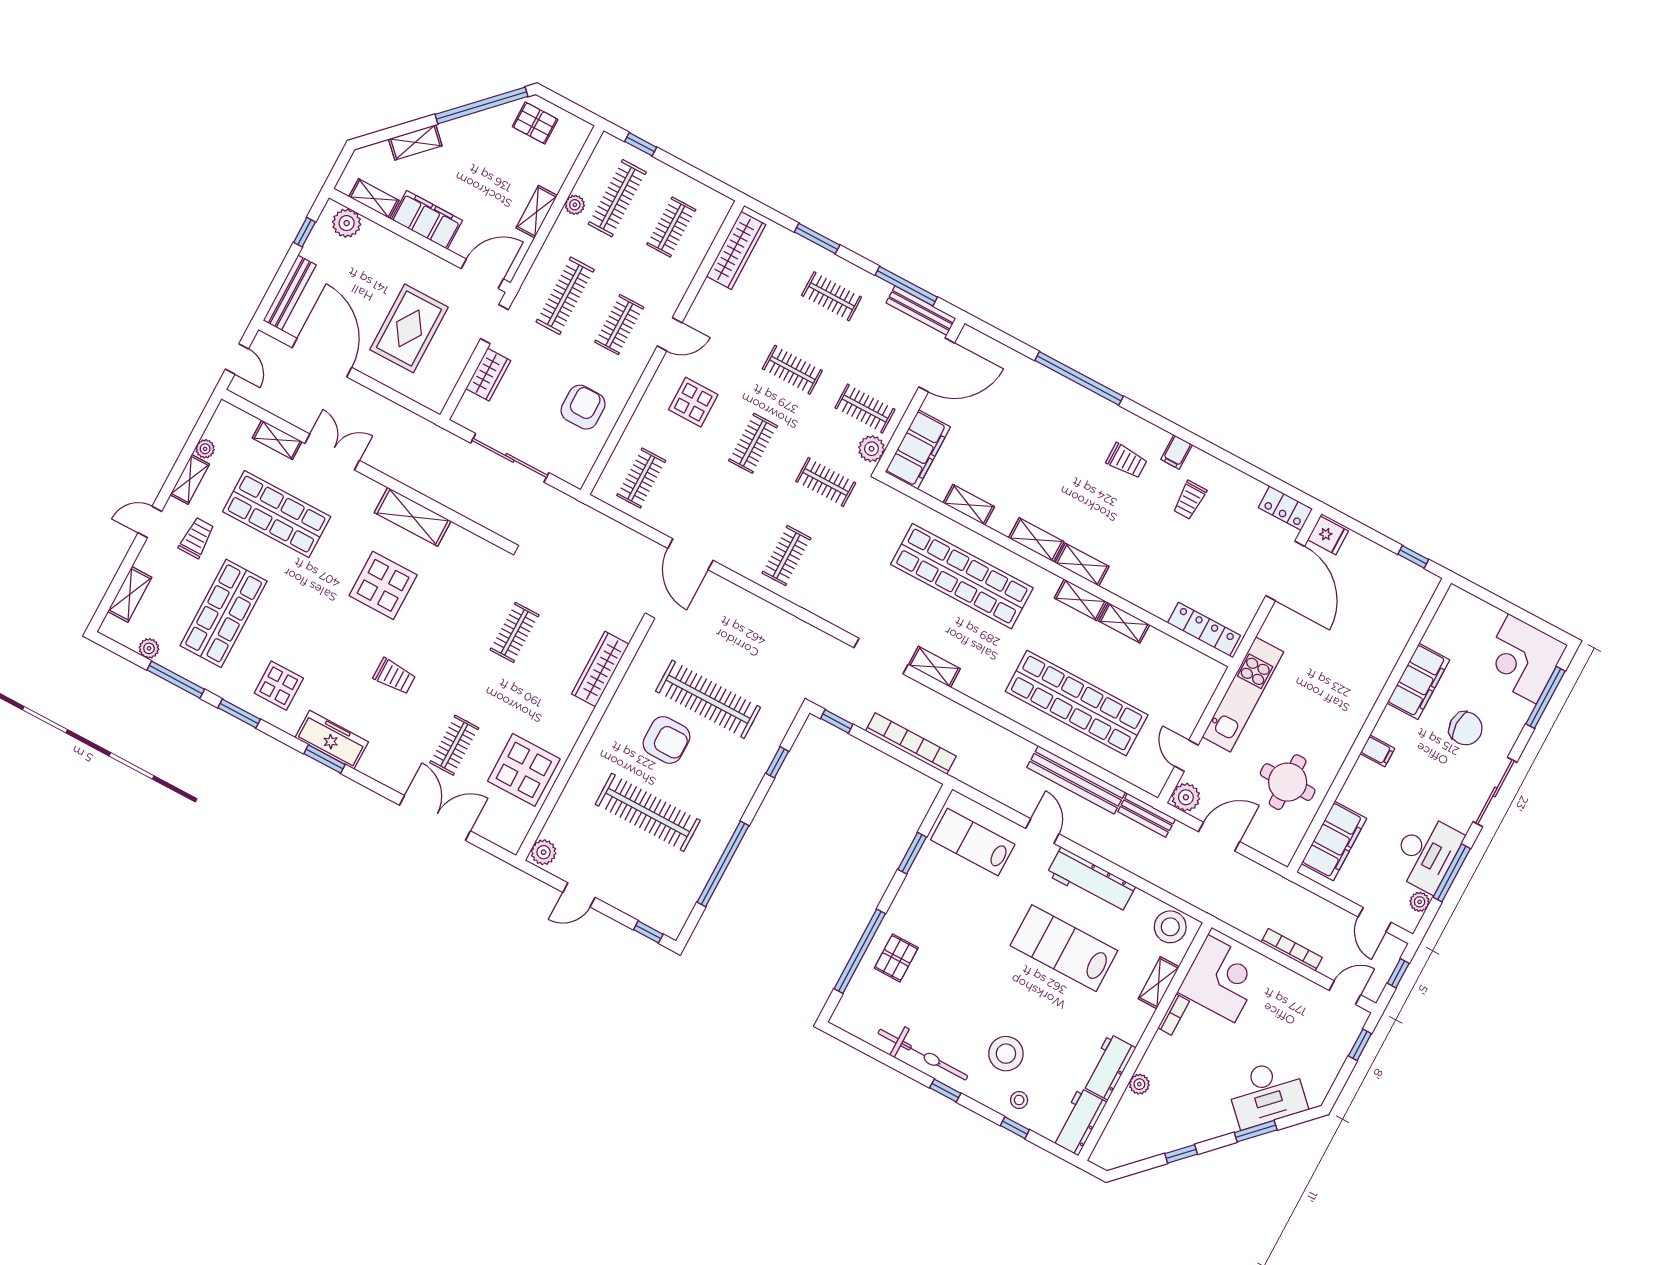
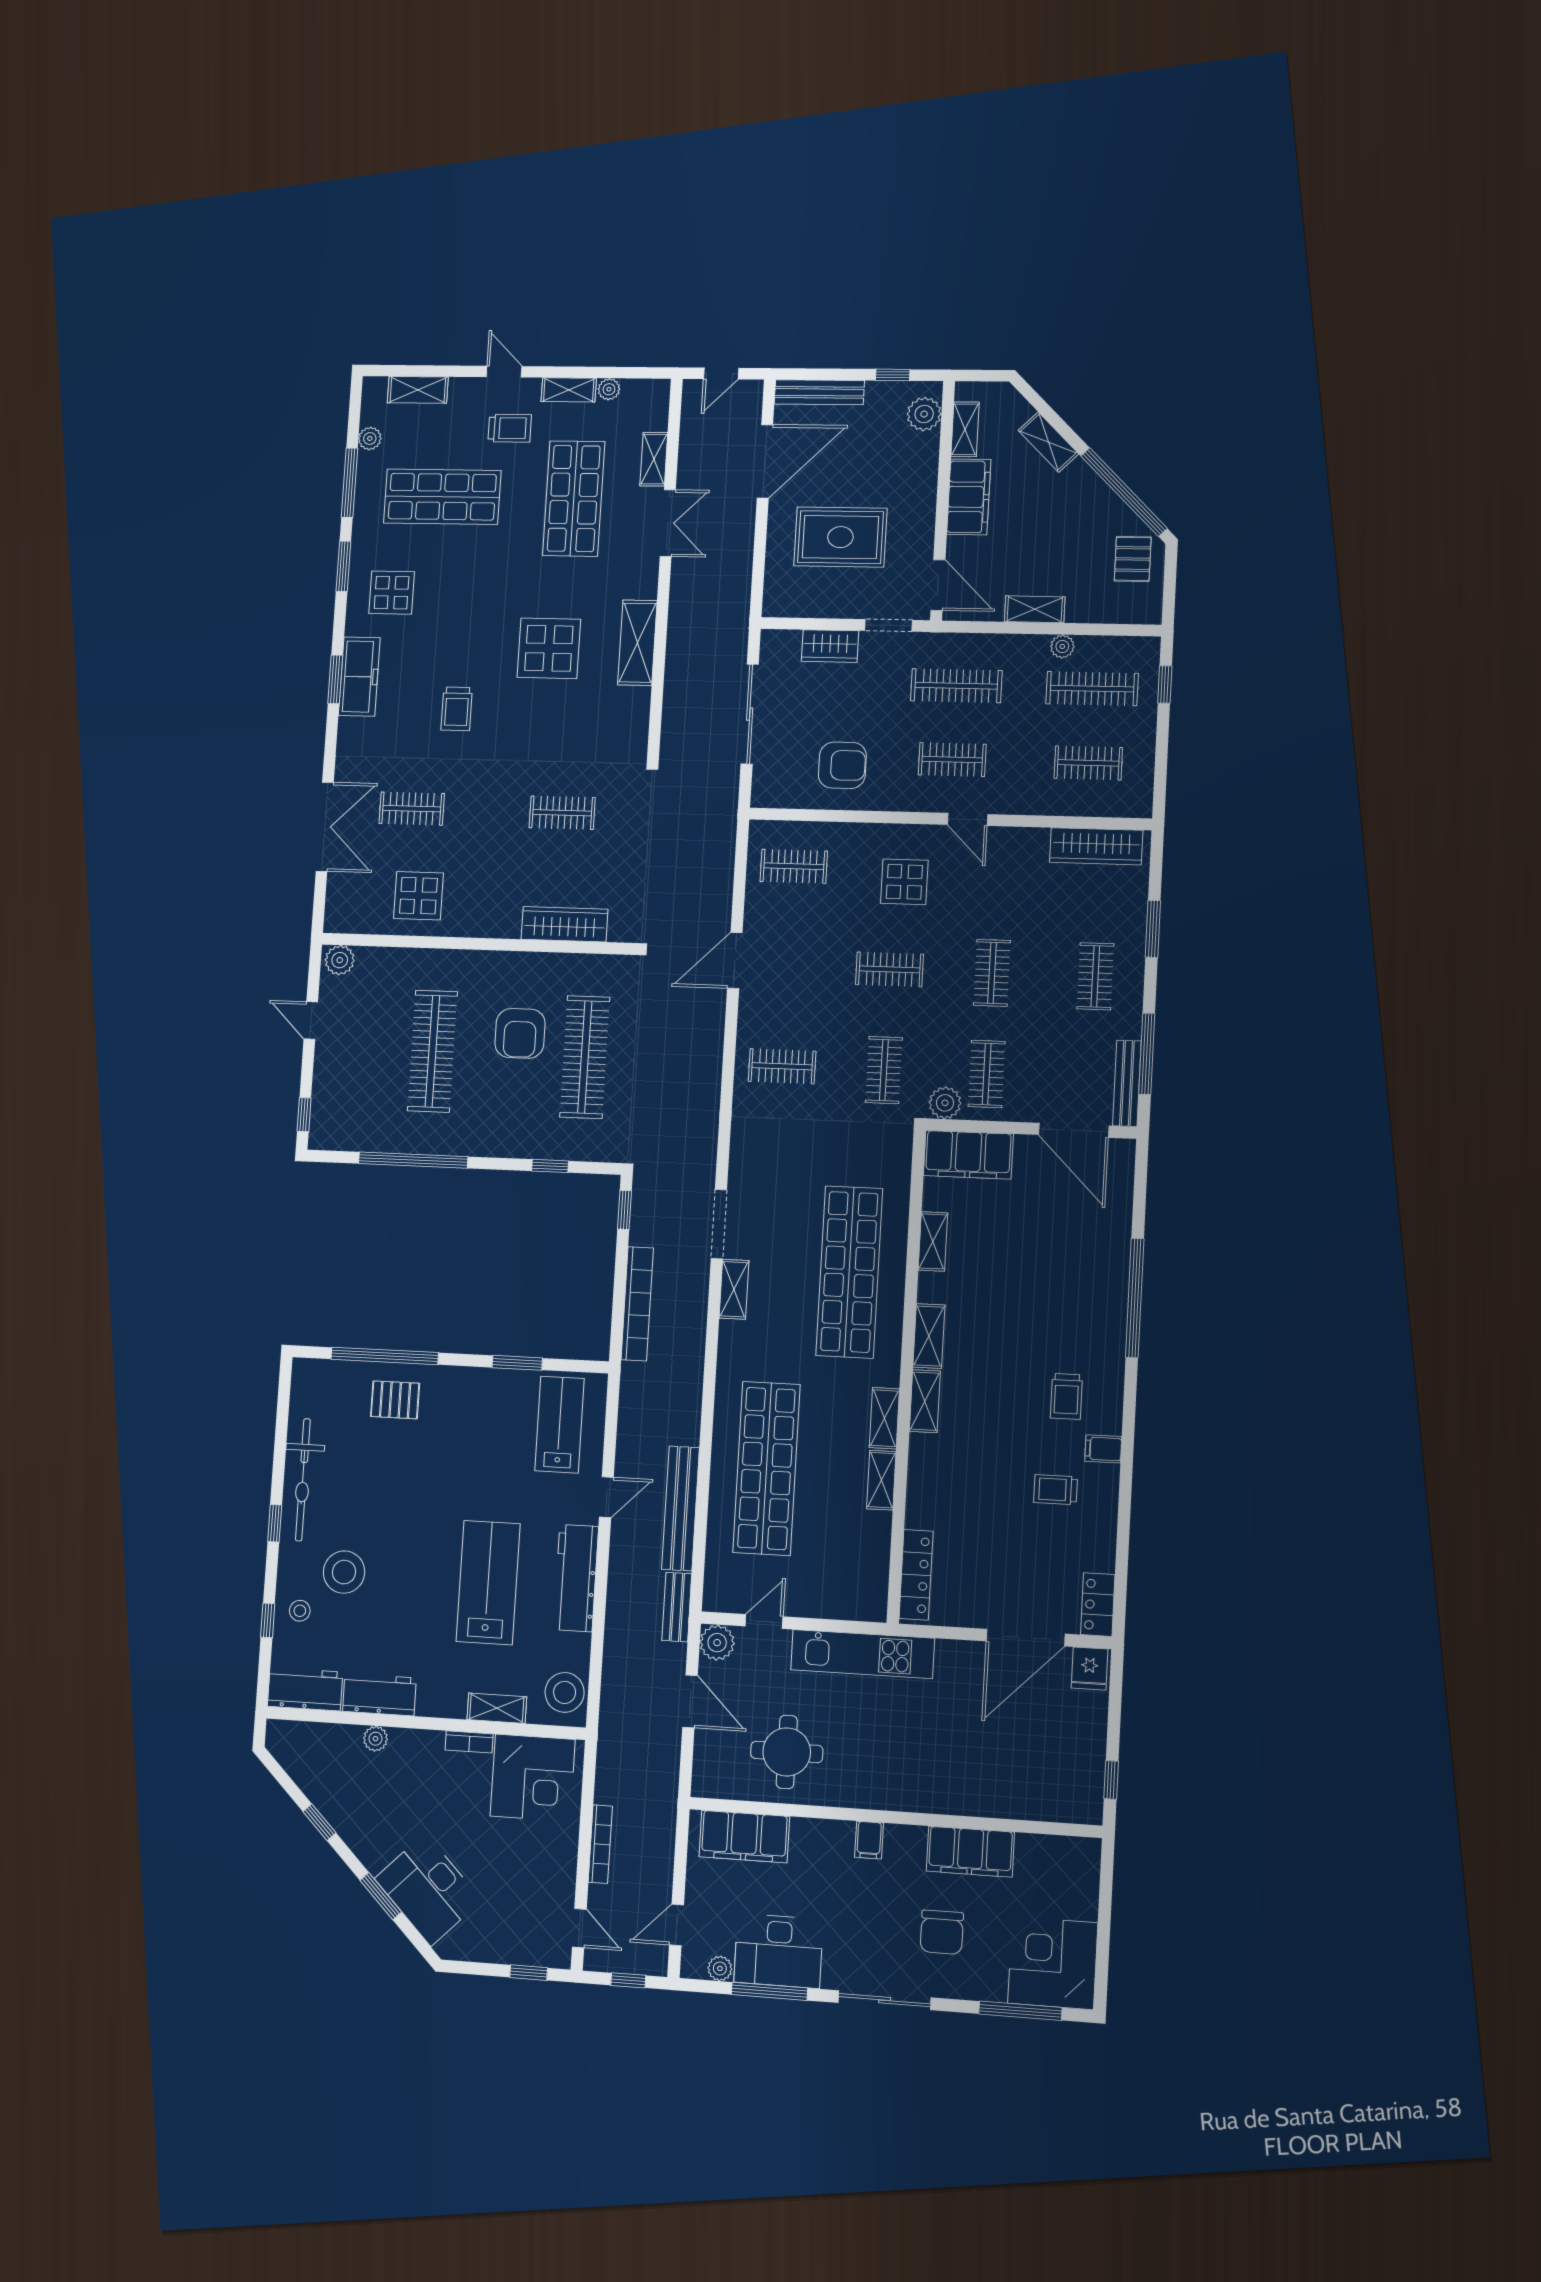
display table: (524, 770) -> (418, 896), width x0.73, depth x0.73

